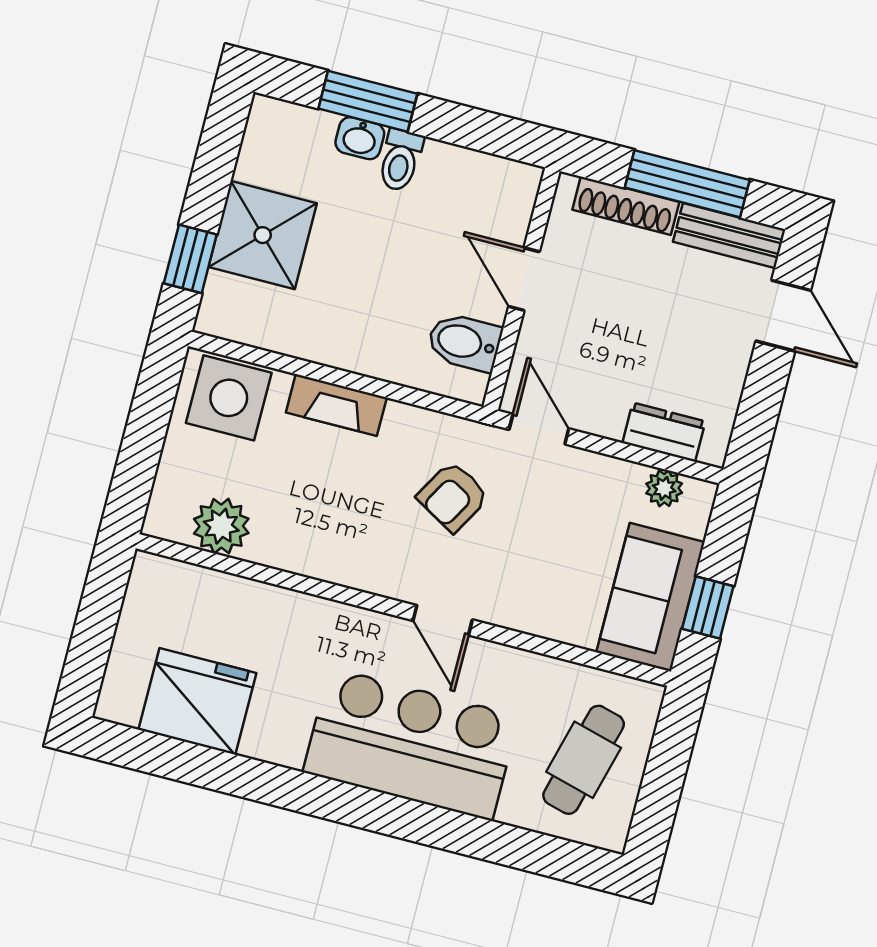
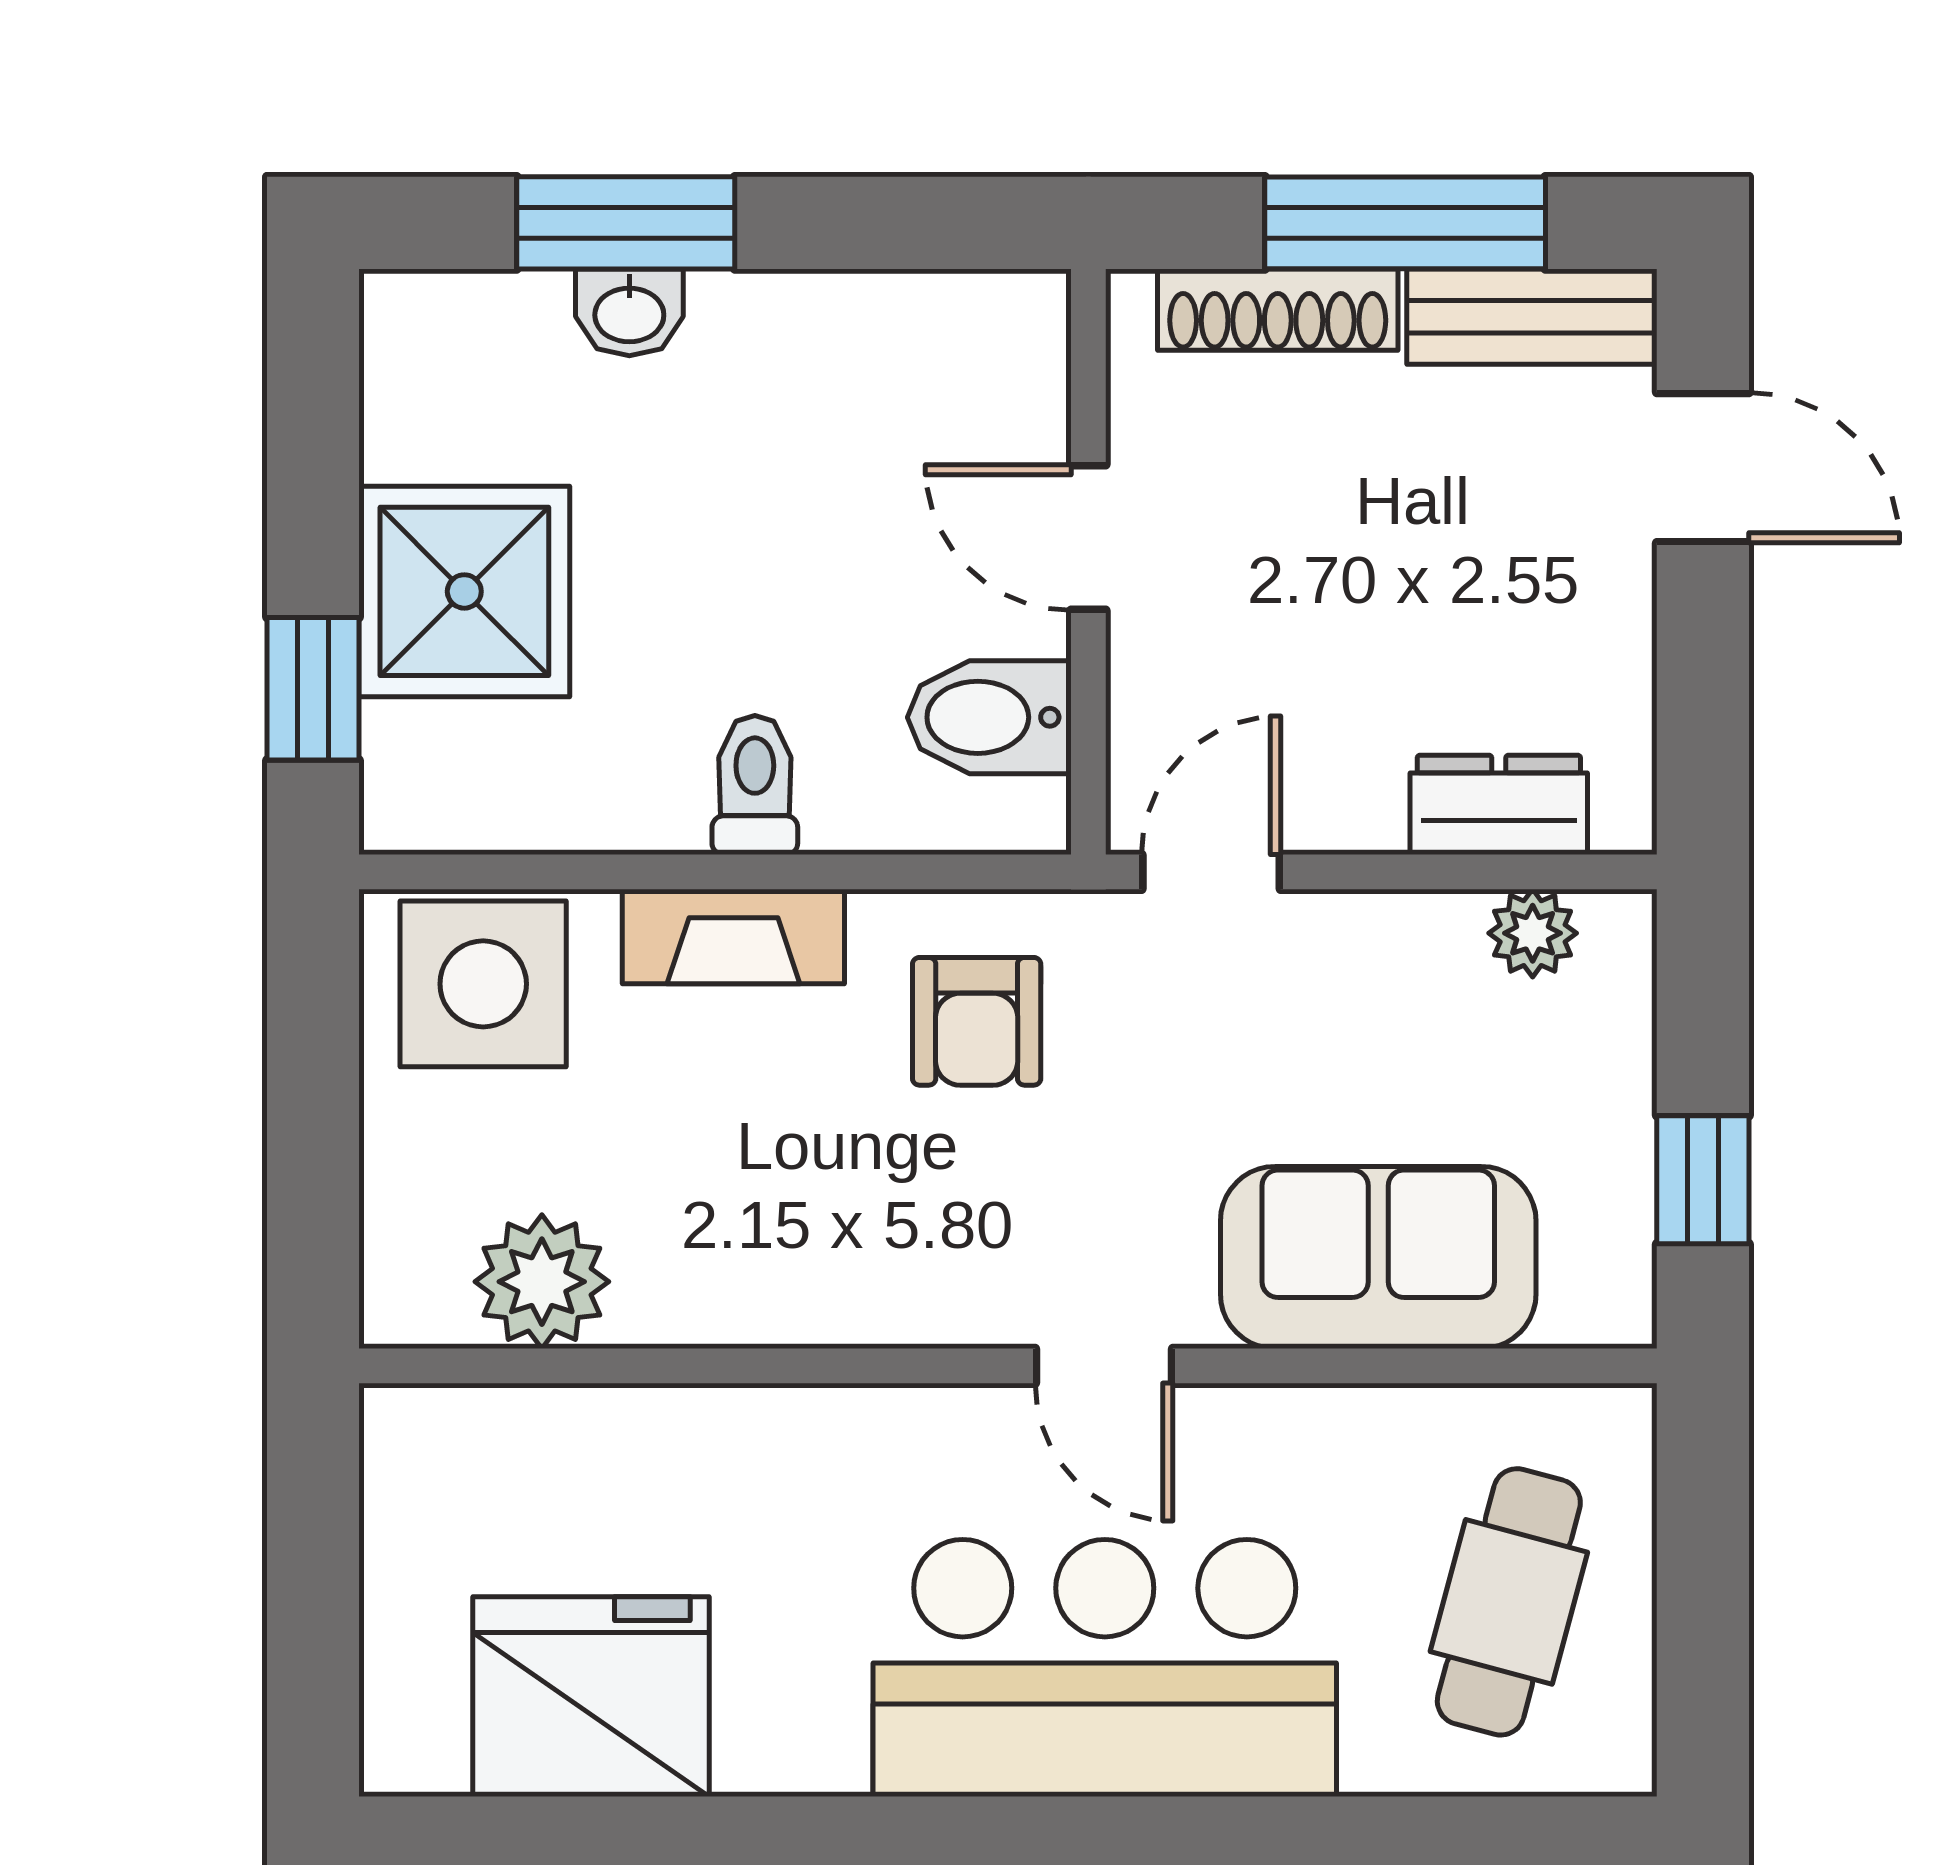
toilet: (400, 160) -> (755, 785), moved, turned 180
door: (539, 429) -> (1211, 872), hinge flipped
armchair: (453, 497) -> (977, 1021), moved, turned -30
sofa: (651, 597) -> (1378, 1257), moved, turned 90

